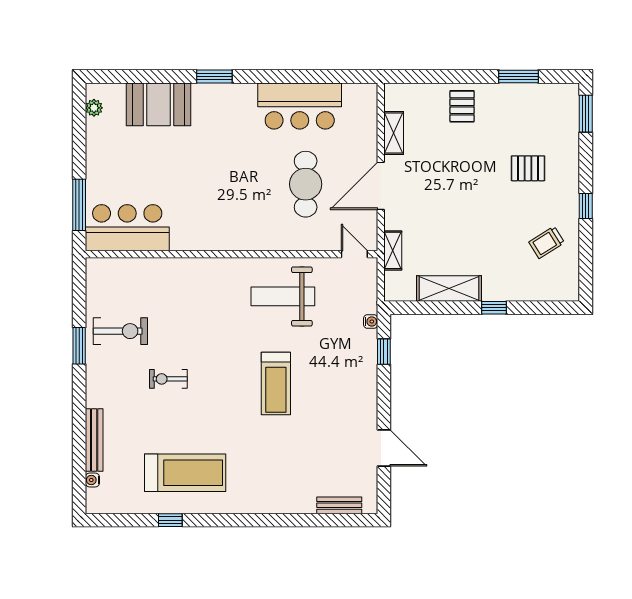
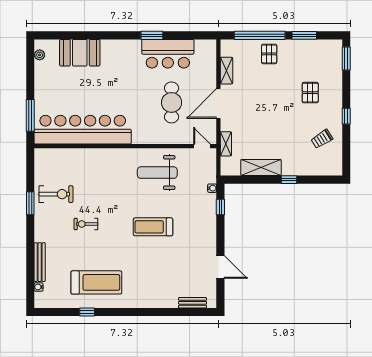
window: (214, 76) -> (152, 35), moved
window: (447, 76) -> (260, 35), added
pallet: (528, 168) -> (310, 93), turned 90
bar counter: (127, 228) -> (83, 130), width x1.86
treadmill: (276, 384) -> (153, 227), turned 90

